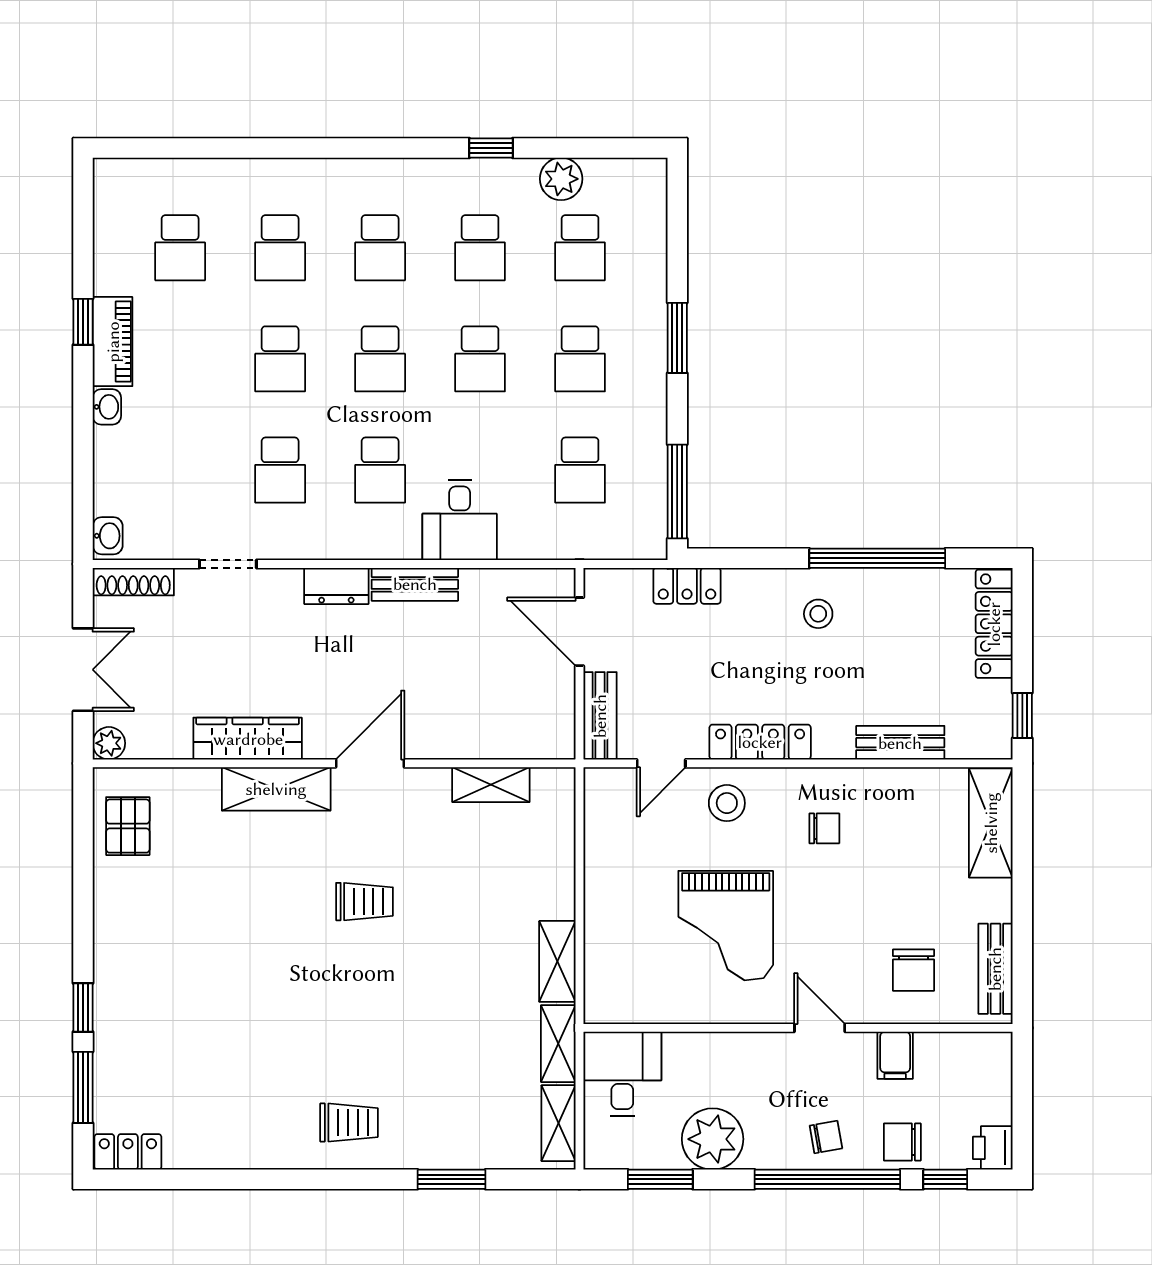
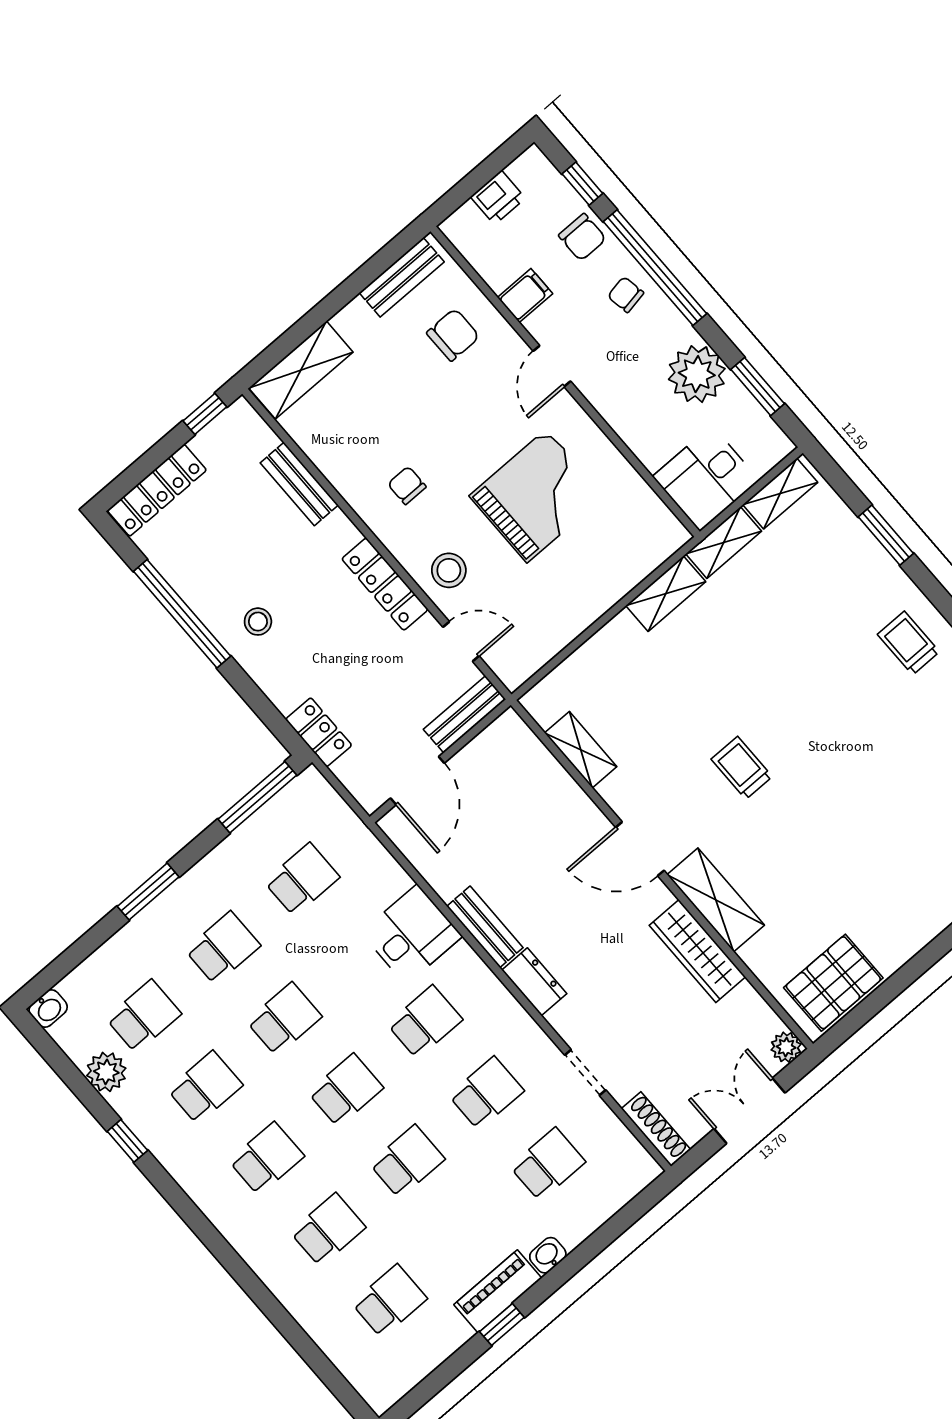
school desk: (180, 470) -> (548, 1164), added
washbasin: (108, 536) -> (48, 1008), moved, turned 180
pallet: (128, 826) -> (833, 983), width x1.50, depth x1.42
printer: (993, 1148) -> (498, 198), moved

